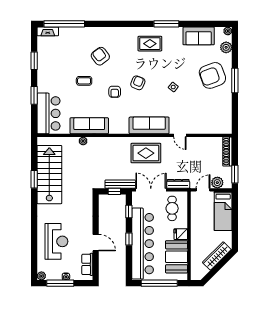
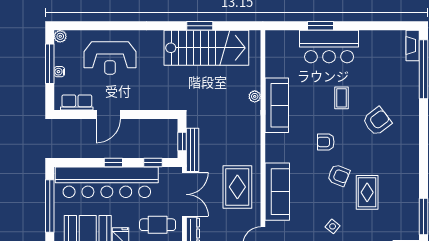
rug: (150, 44) -> (367, 192), moved
window: (34, 61) -> (370, 26), removed
bar counter: (49, 113) -> (329, 47), moved

